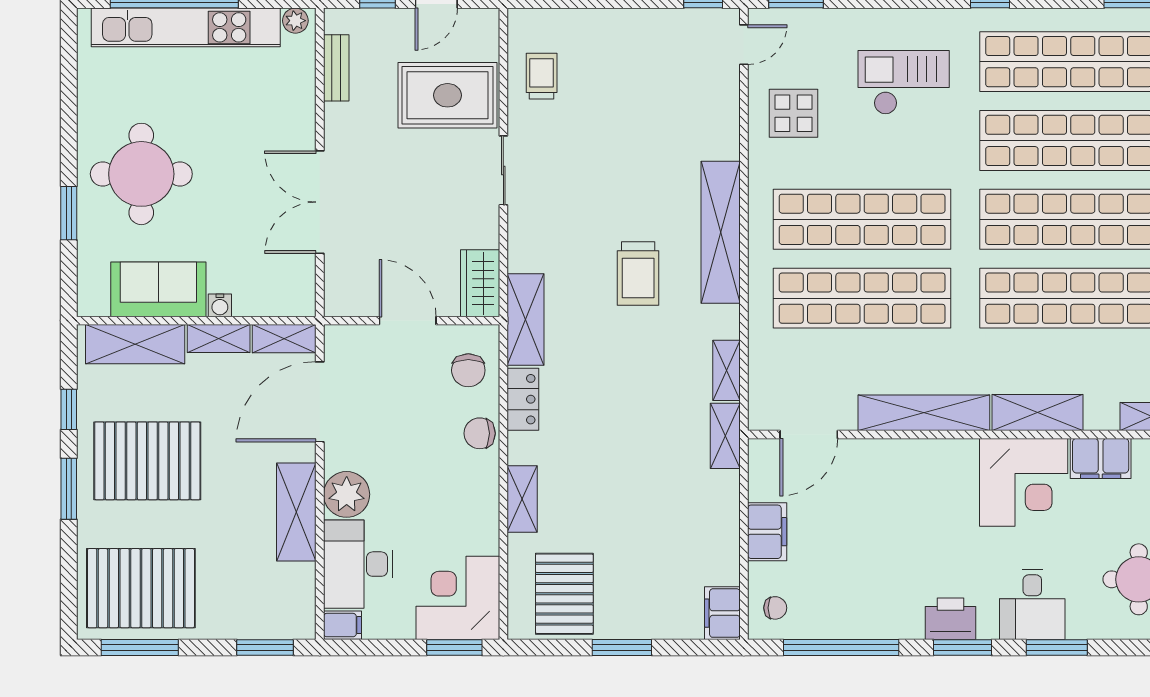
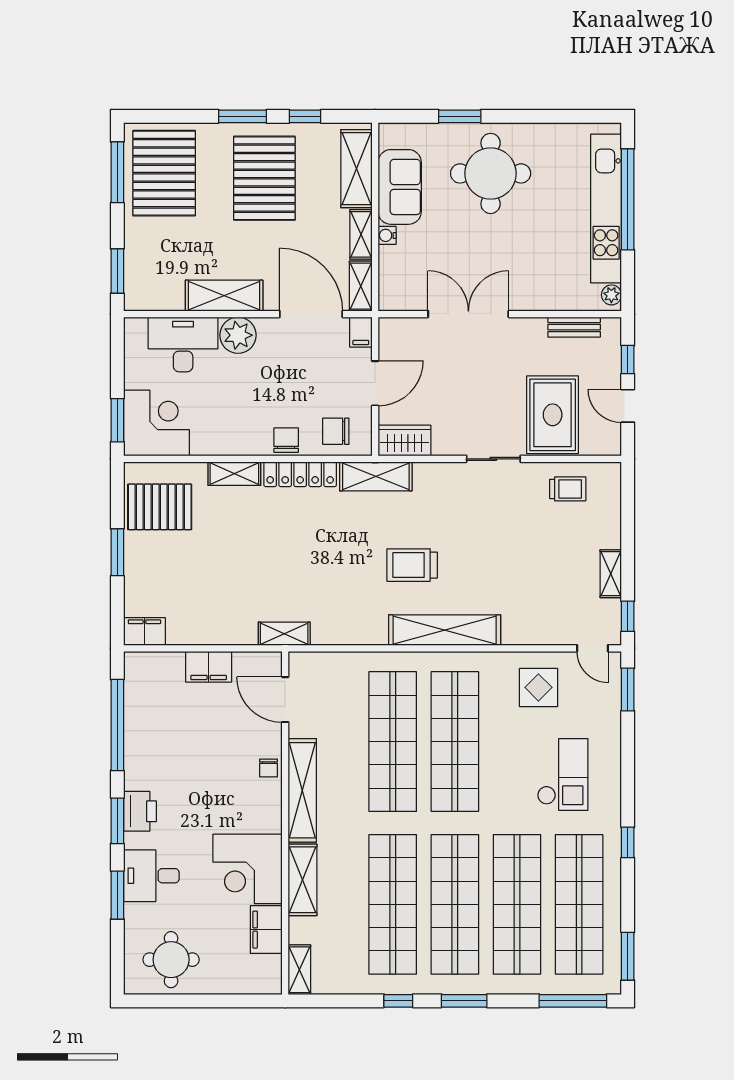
shelving: (726, 370) -> (611, 574), moved, turned 90
locker: (523, 399) -> (300, 474), width x1.53
chair: (775, 608) -> (269, 768), moved
filing cabinet: (343, 625) -> (361, 332), moved

